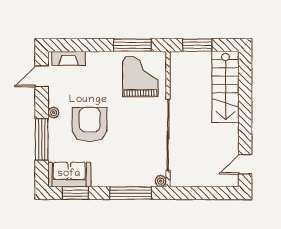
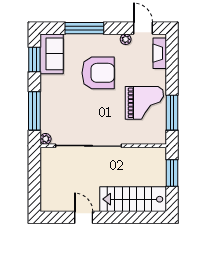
grand piano: (140, 76) -> (144, 103), moved
plant: (54, 113) -> (126, 39), moved
door: (245, 164) -> (84, 217), moved

